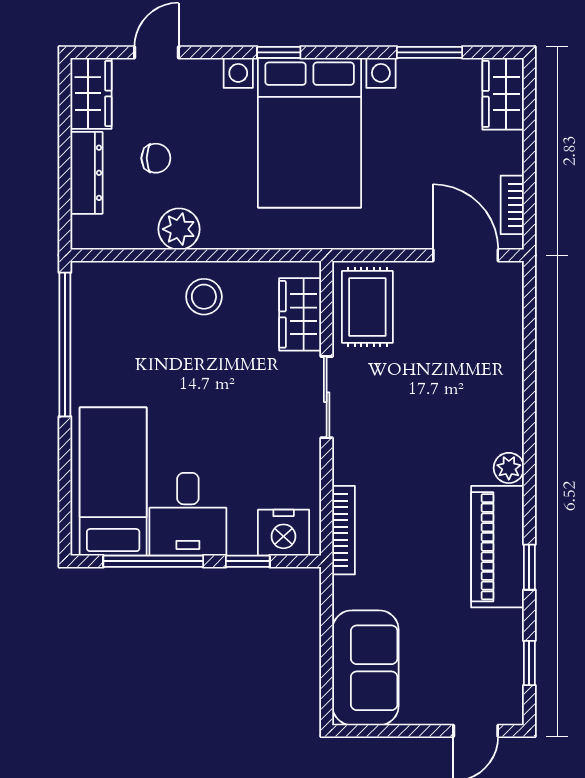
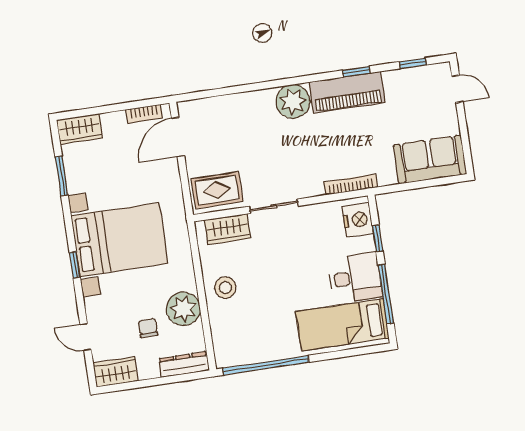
dresser: (86, 173) -> (184, 364), moved
plant: (179, 229) -> (183, 309), width x1.36, depth x1.36
plant: (509, 468) -> (293, 102), width x1.88, depth x1.88

